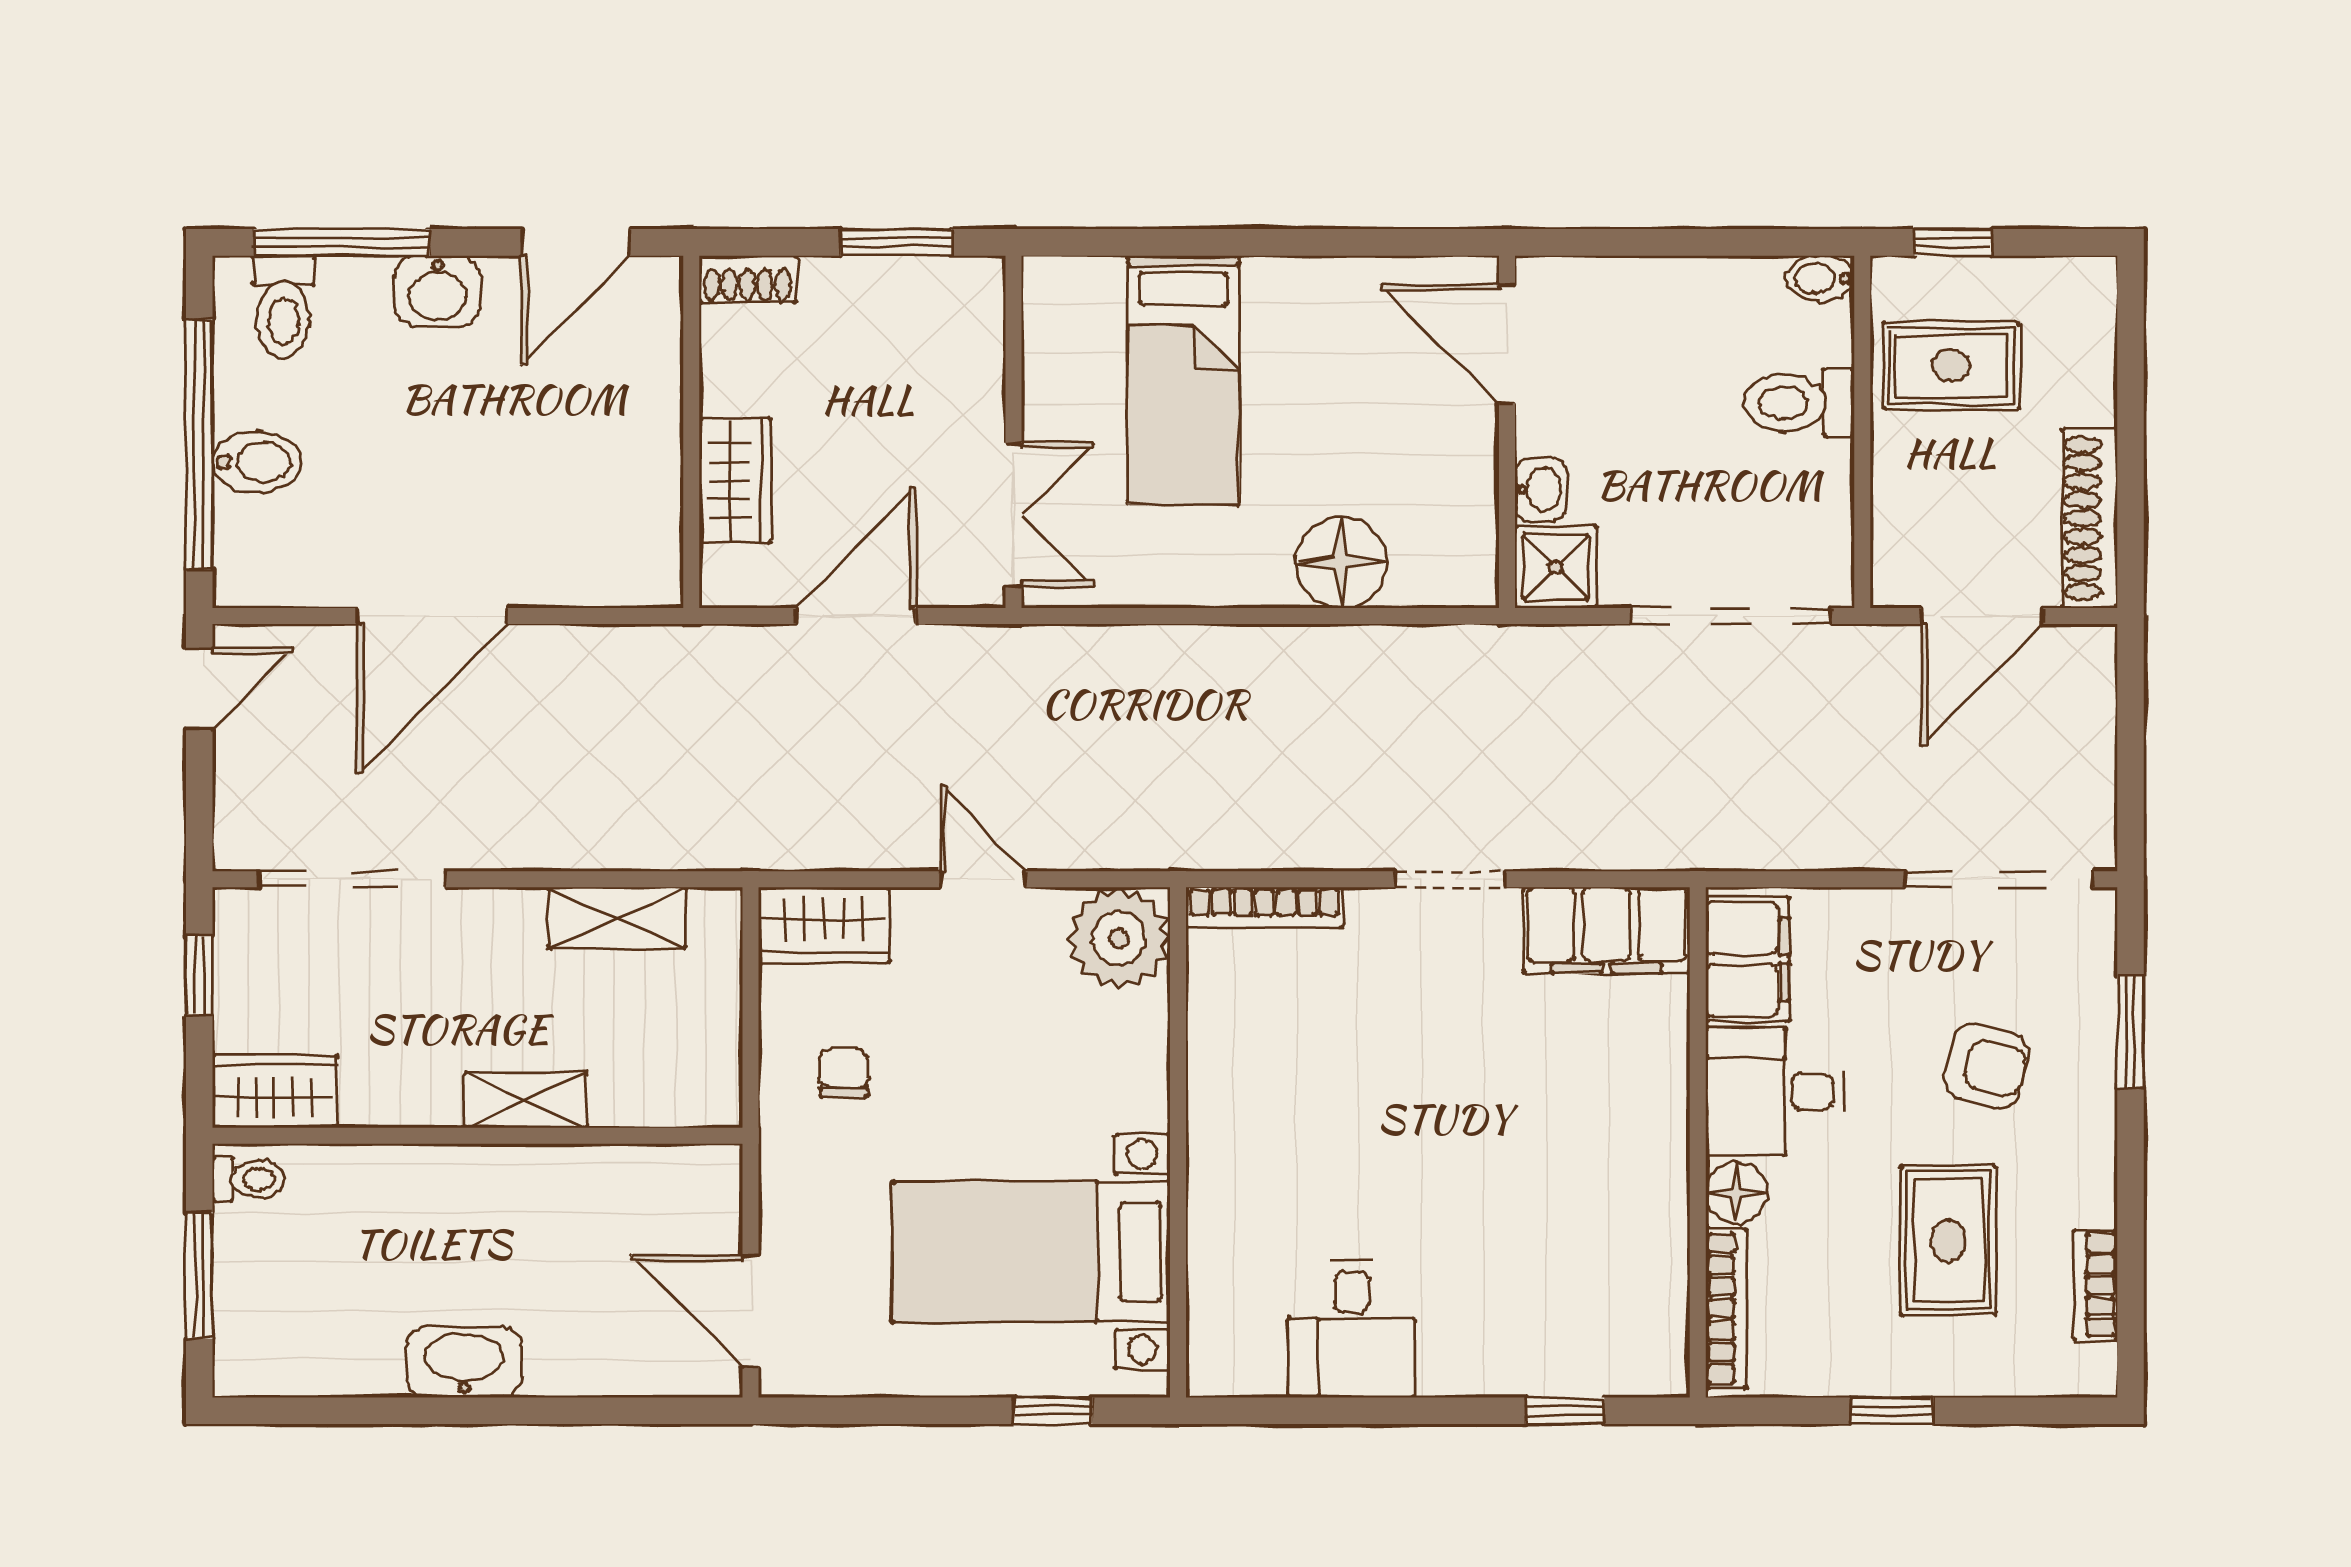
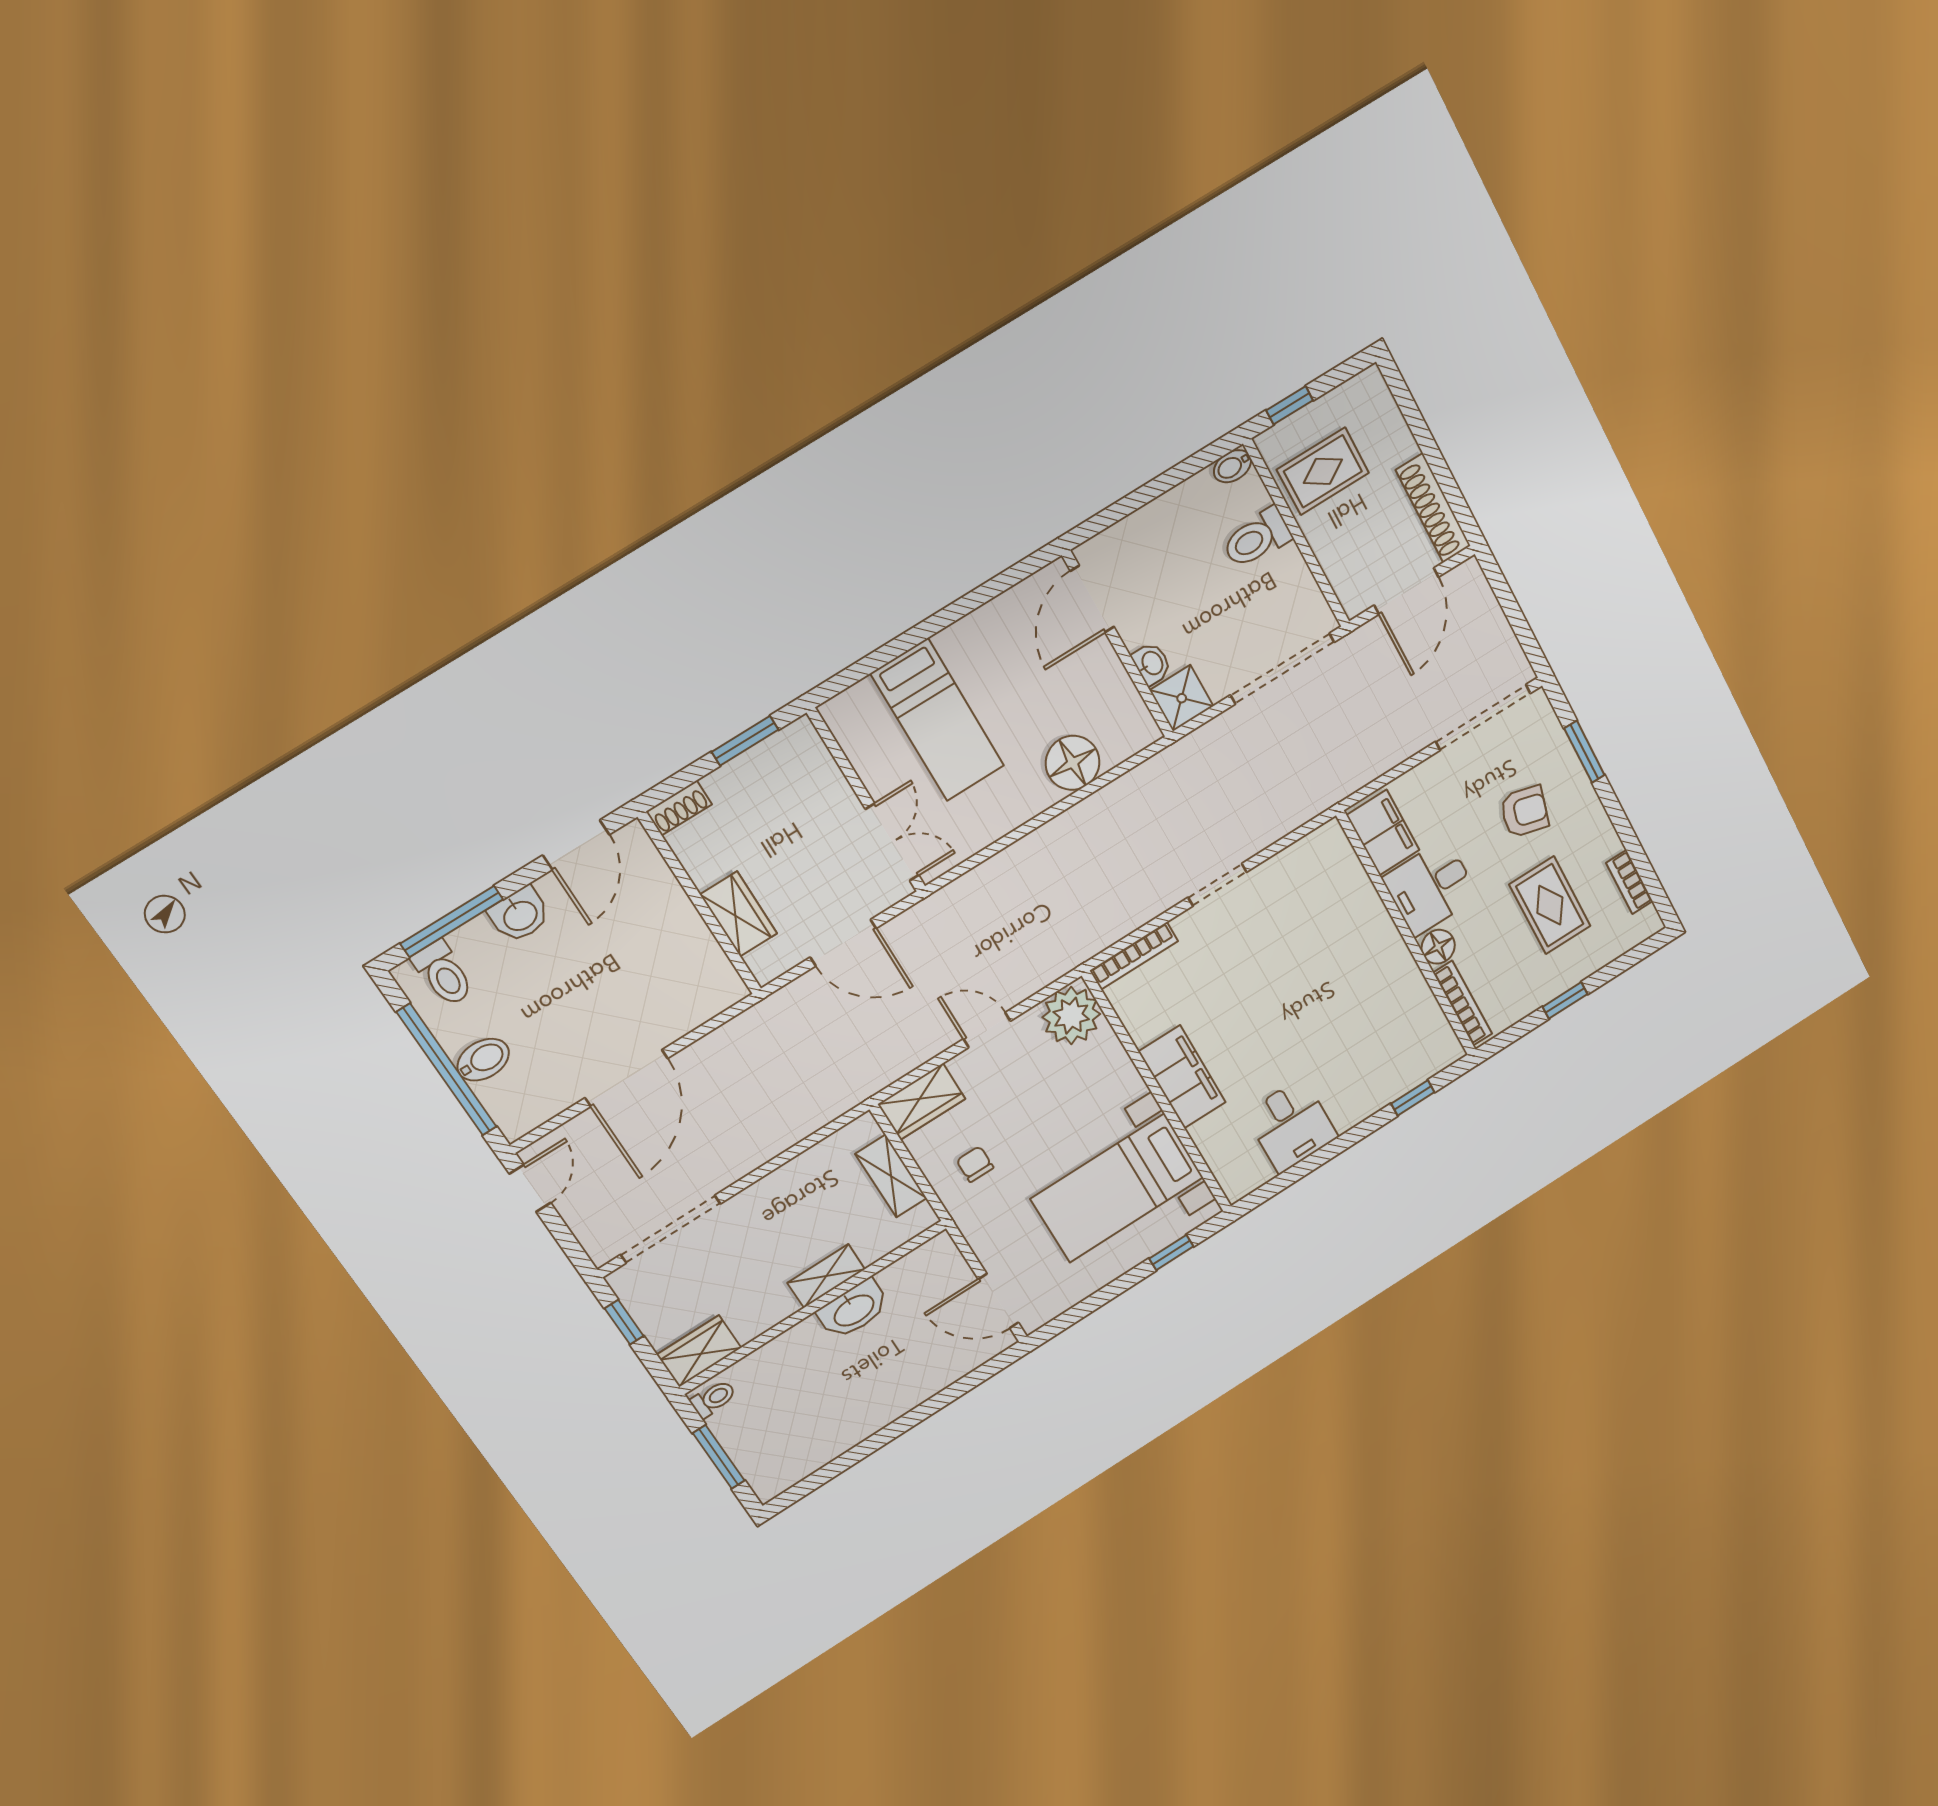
door: (1507, 344) -> (1092, 599), hinge flipped
door: (856, 616) -> (843, 943), swing flipped
shelving: (617, 918) -> (891, 1176), moved, turned 90
filing cabinet: (1607, 930) -> (1182, 1077), moved, turned -90
washbasin: (464, 1362) -> (853, 1310), moved, turned 180

